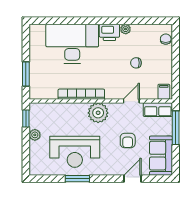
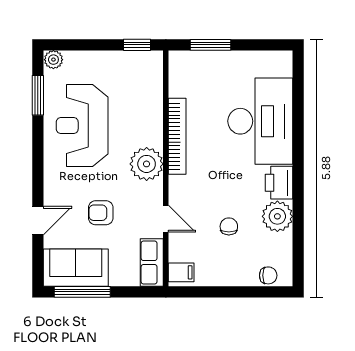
plant: (126, 29) -> (277, 216), width x1.87, depth x1.87
window: (176, 128) -> (82, 292), moved
plant: (35, 135) -> (53, 60), moved
window: (77, 179) -> (38, 95), moved
door: (132, 179) -> (38, 221), hinge flipped

